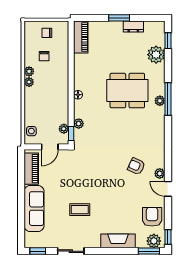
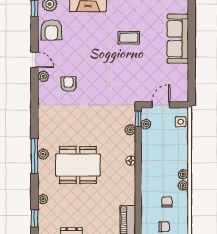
plant: (156, 55) -> (43, 199), width x0.53, depth x0.53
armchair: (136, 166) -> (68, 84), turned -115
piano: (31, 169) -> (181, 81), removed

